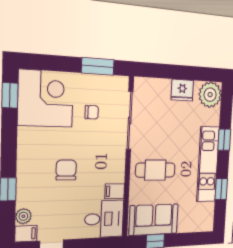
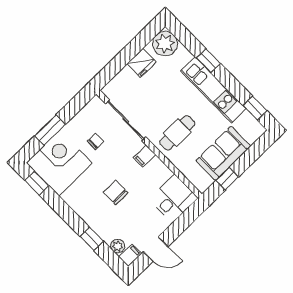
window: (98, 66) -> (50, 130), moved
window: (221, 189) -> (255, 108), moved
filing cabinet: (115, 191) -> (144, 156), moved
sofa: (154, 220) -> (223, 153), moved

